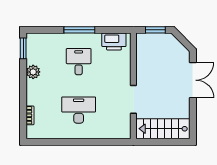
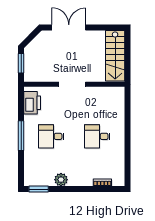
doorway: (133, 99) -> (72, 84), moved
desk: (79, 110) -> (97, 136), width x0.73

